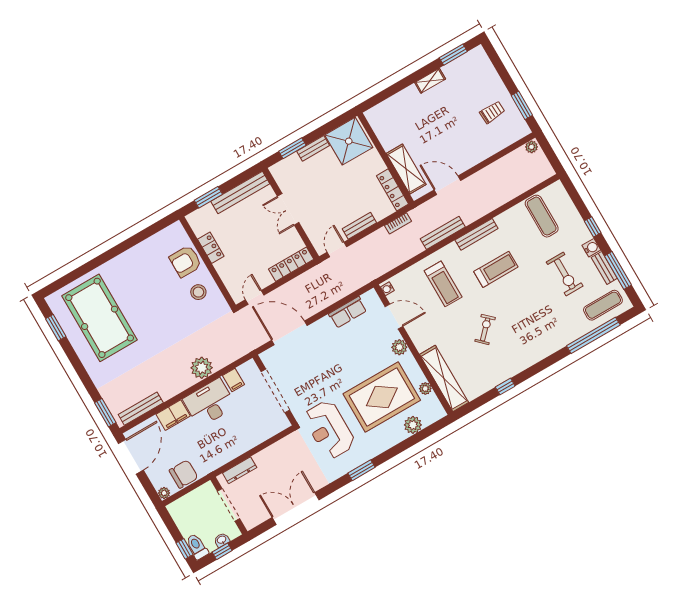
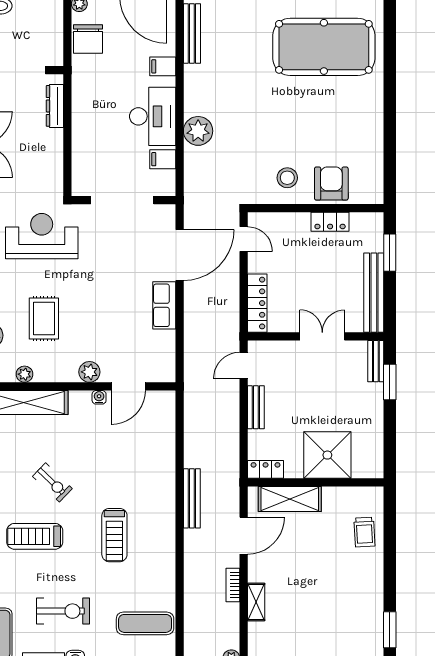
shelving: (430, 81) -> (256, 602), moved
trolley: (492, 112) -> (364, 532), moved
shower: (349, 141) -> (327, 455), moved
bench: (313, 148) -> (376, 361), moved
locker: (393, 190) -> (266, 469), width x0.66
bookcase: (398, 223) -> (233, 585), moved
bench: (477, 234) -> (168, 536), removed
door: (337, 250) -> (244, 365), swing flipped
exercise bike: (565, 274) -> (63, 611), turned 180
treadmill: (443, 284) -> (35, 536), moved
water cooler: (387, 289) -> (99, 397), moved
row of seats: (348, 312) -> (164, 305), moved
rug: (382, 397) -> (44, 318), width x0.54, depth x0.49
filing cabinet: (173, 415) -> (163, 66), width x0.50

